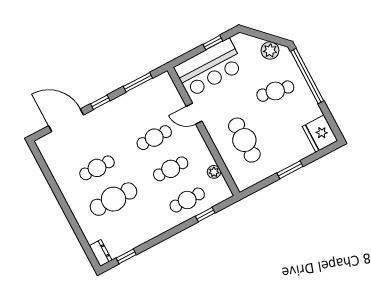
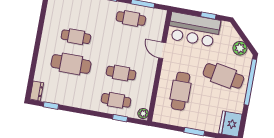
cafe table: (275, 91) -> (223, 76), width x1.37, depth x1.35
cafe table: (154, 138) -> (131, 19), moved
plant: (214, 172) -> (143, 113), moved

